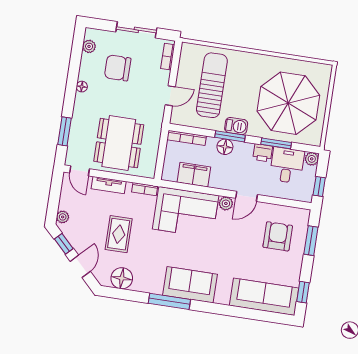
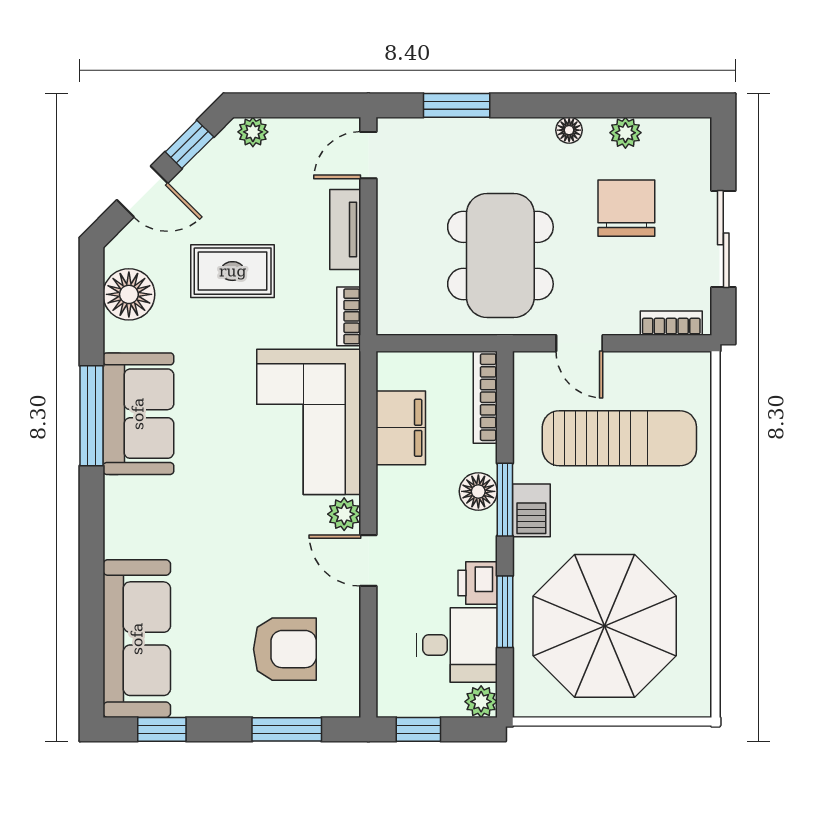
plant: (89, 46) -> (625, 133), moved
dining table: (119, 143) -> (500, 255), moved, turned 90
sofa: (190, 285) -> (138, 414), moved

